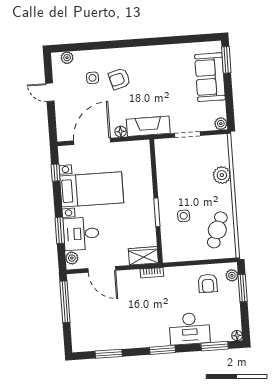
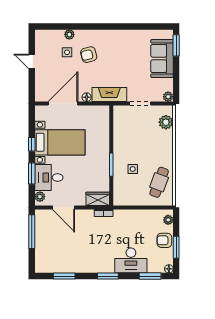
plant: (67, 58) -> (69, 34), moved
window: (56, 173) -> (32, 144), moved
plant: (222, 175) -> (166, 122), moved
armchair: (208, 283) -> (164, 240), moved, turned 90
window: (243, 288) -> (176, 247), moved

